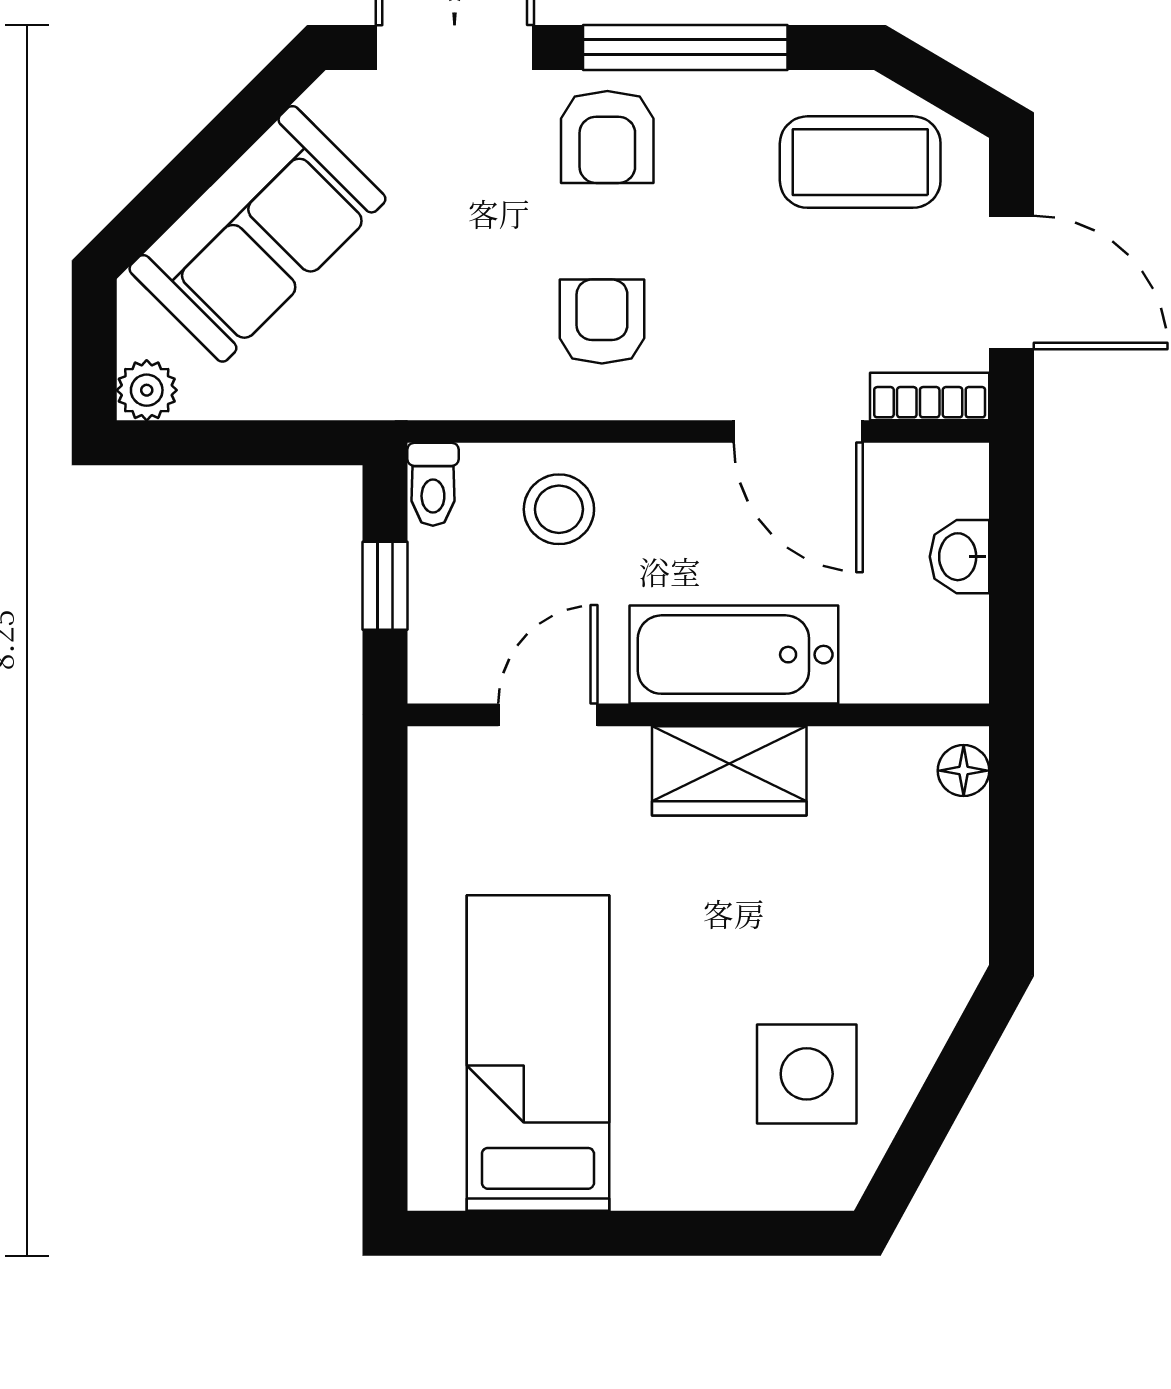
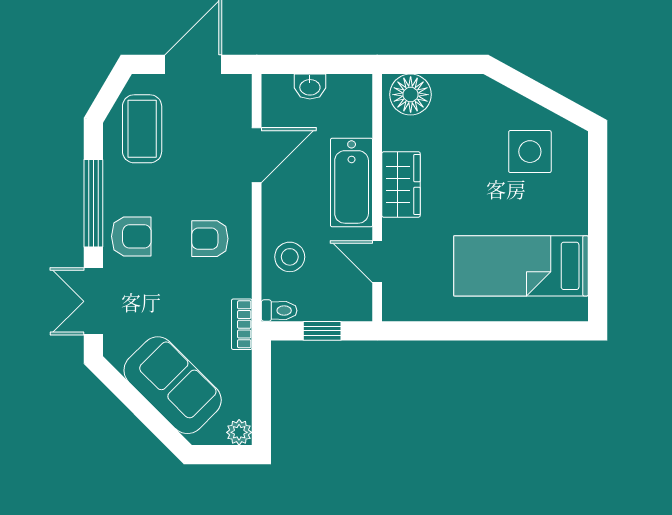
bookcase: (930, 396) -> (242, 324), moved
floor lamp: (964, 771) -> (411, 95), width x1.89, depth x1.89

